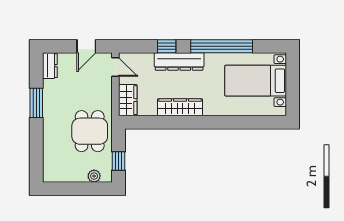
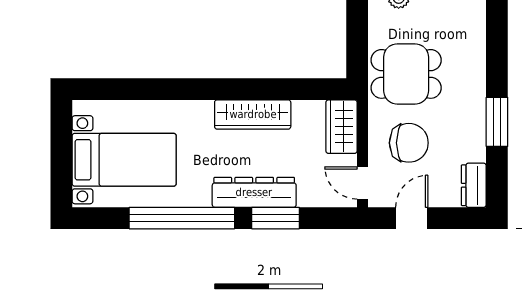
window: (167, 46) -> (275, 218), width x1.50
chair: (88, 91) -> (409, 143), added
dining table: (90, 131) -> (406, 74), turned 90
window: (119, 161) -> (357, 23), removed

